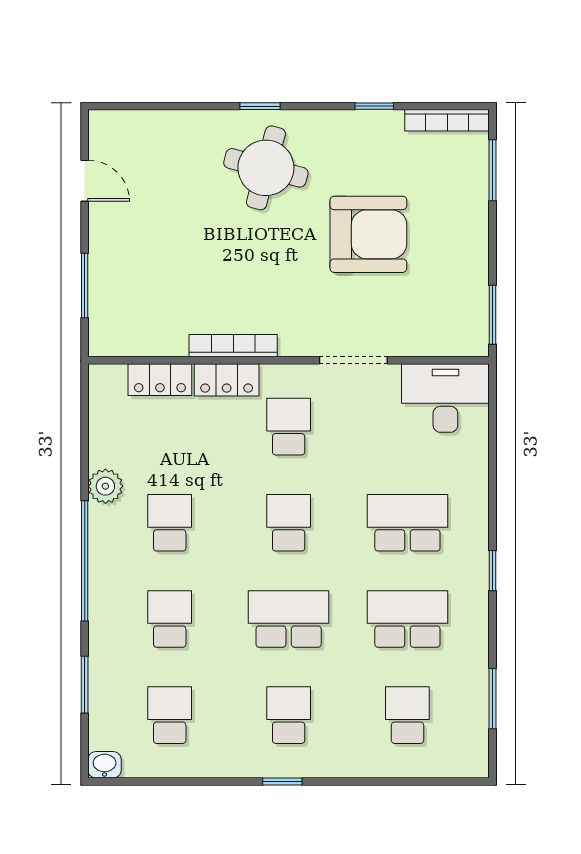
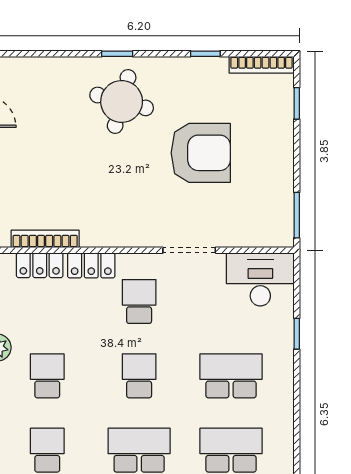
window: (493, 170) -> (297, 103), width x0.67
bookcase: (233, 346) -> (45, 239), moved
window: (493, 571) -> (297, 334), moved

